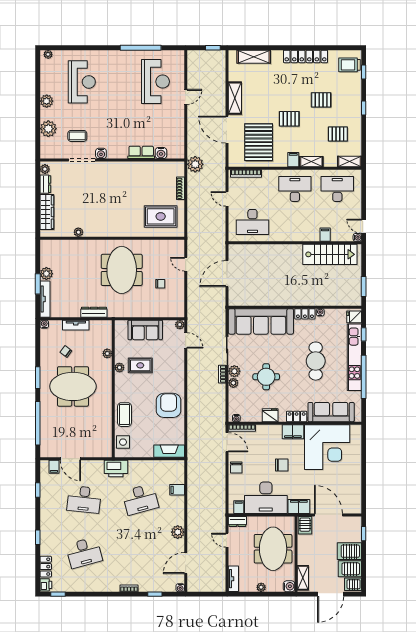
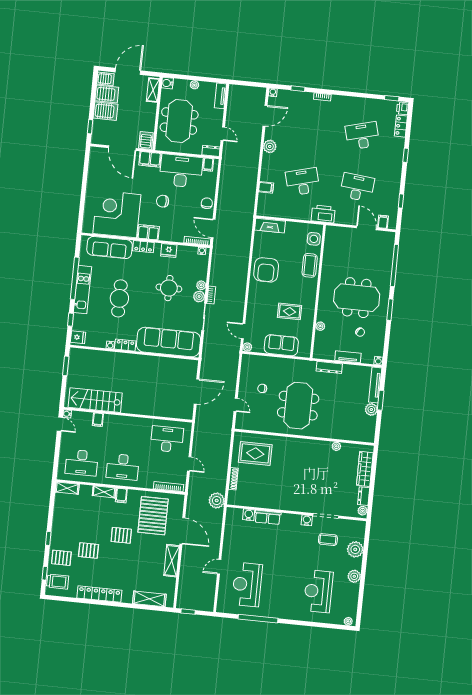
pallet: (338, 134) -> (61, 558), moved
kitchen unit: (354, 357) -> (82, 290), width x0.73
plant: (119, 368) -> (310, 311), removed

